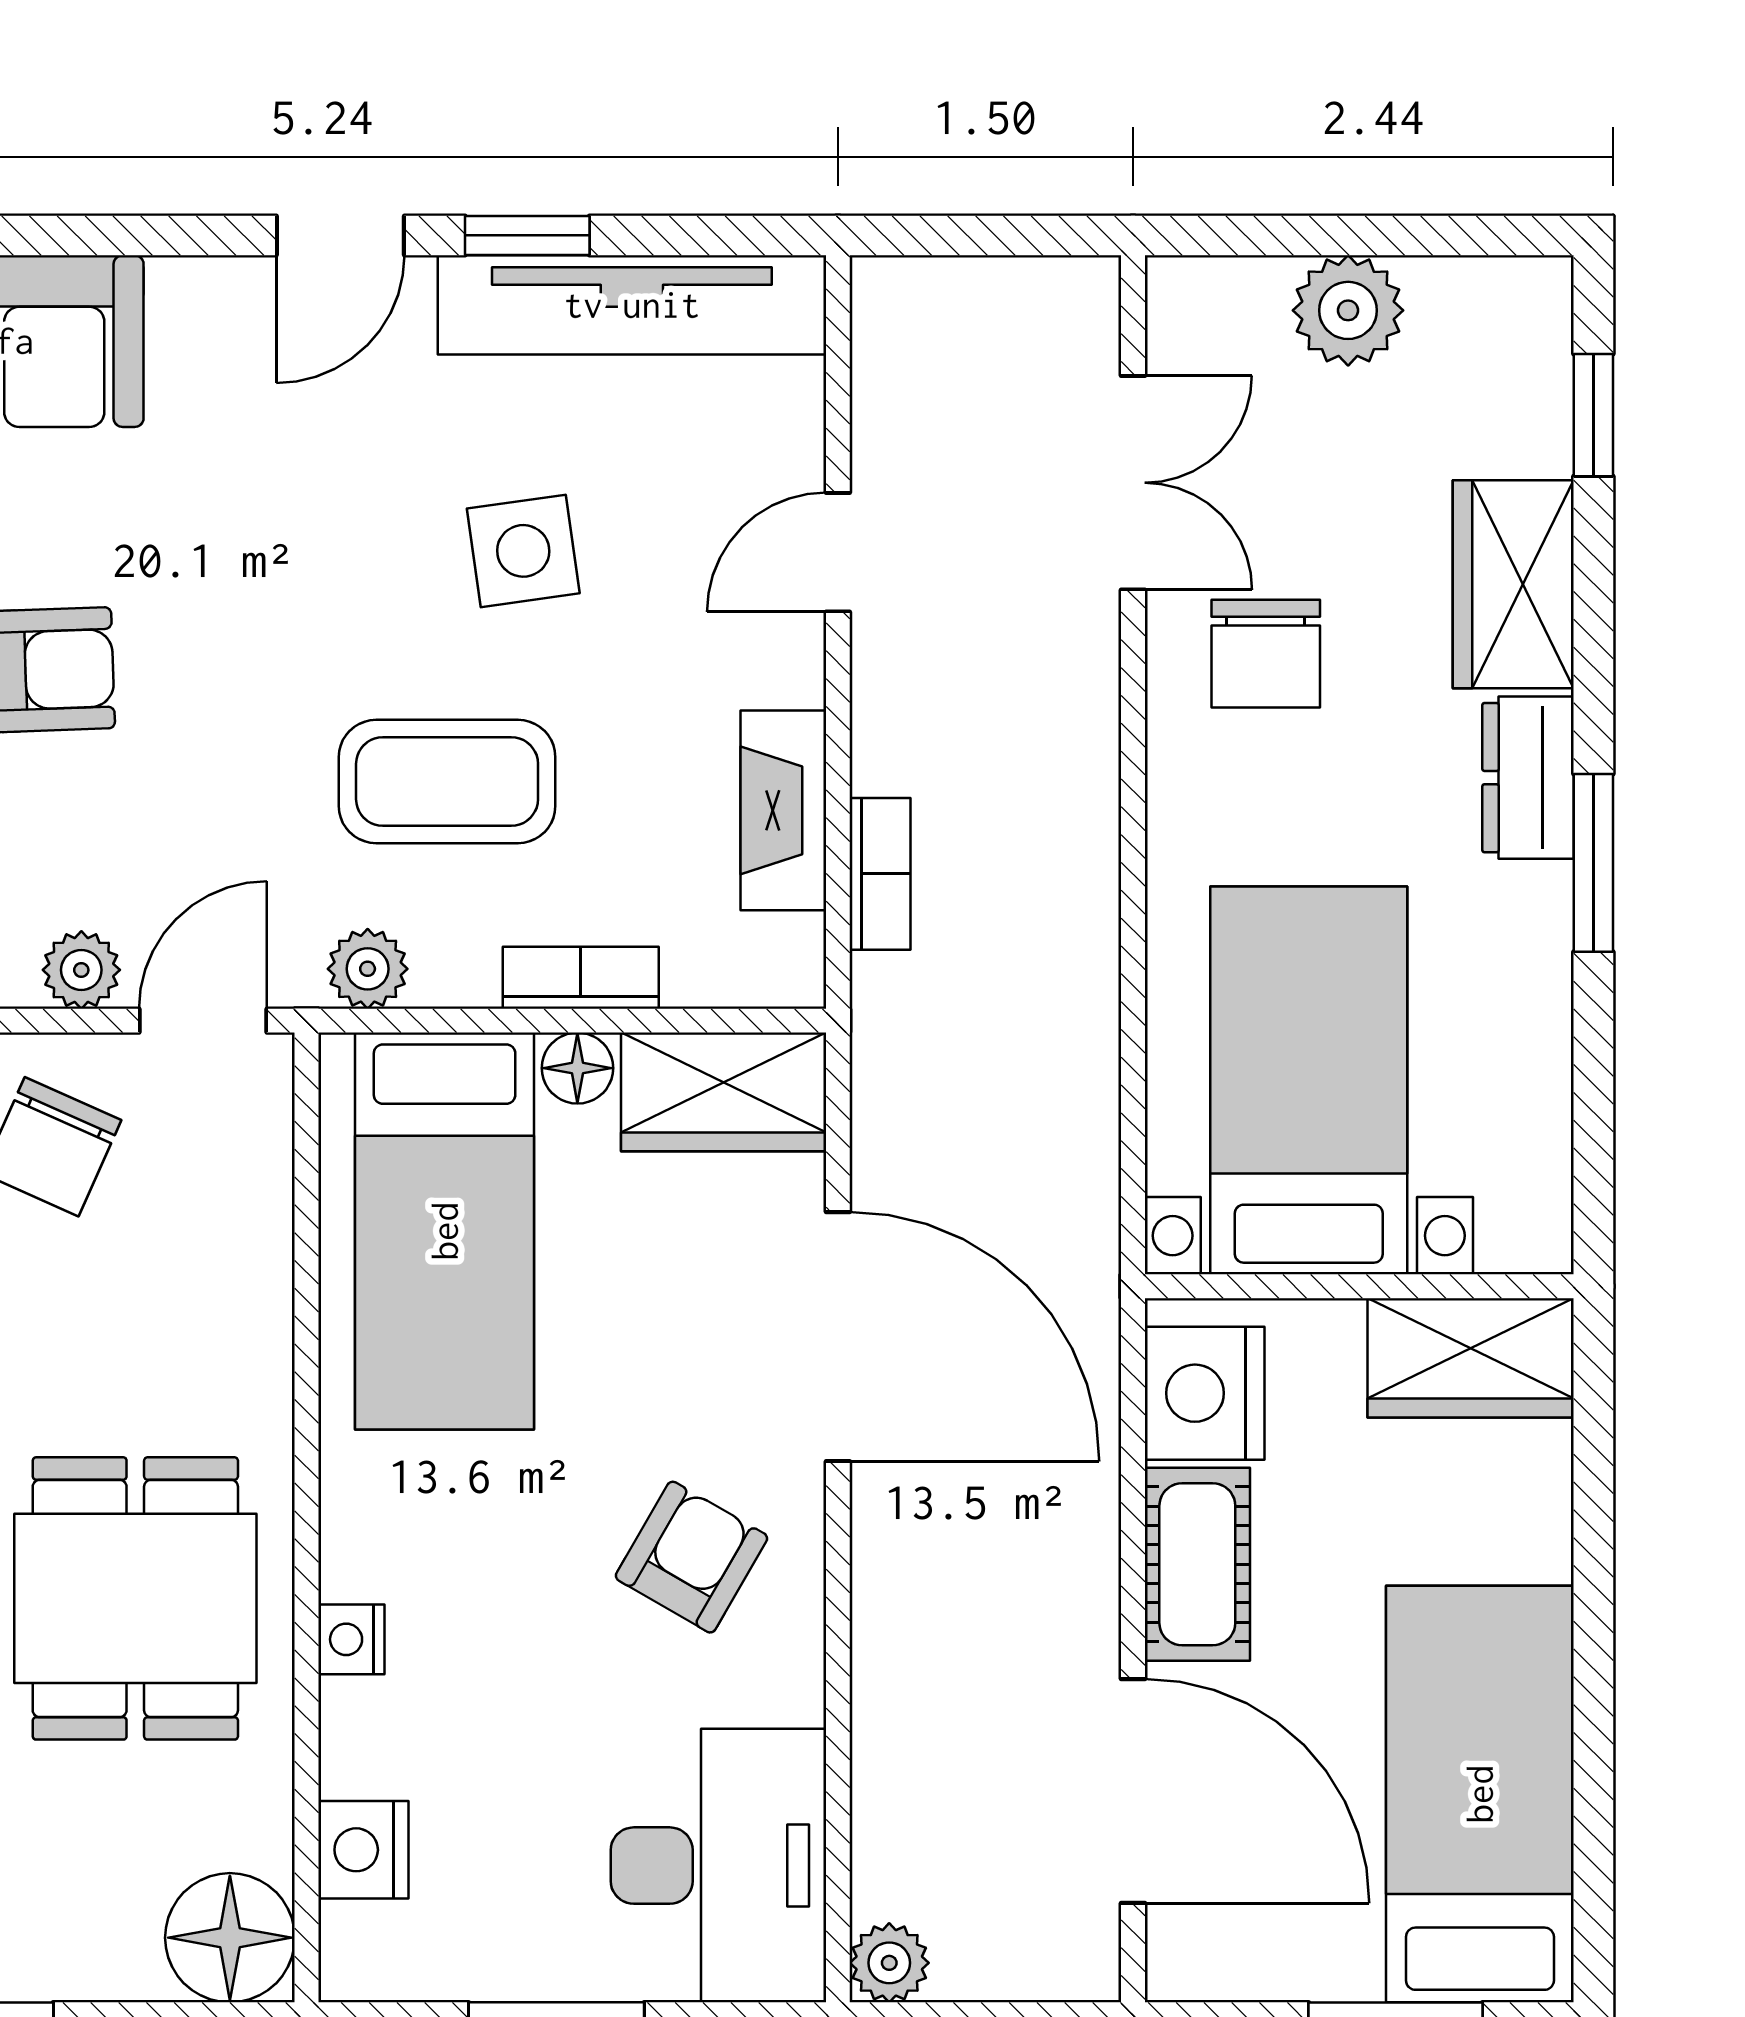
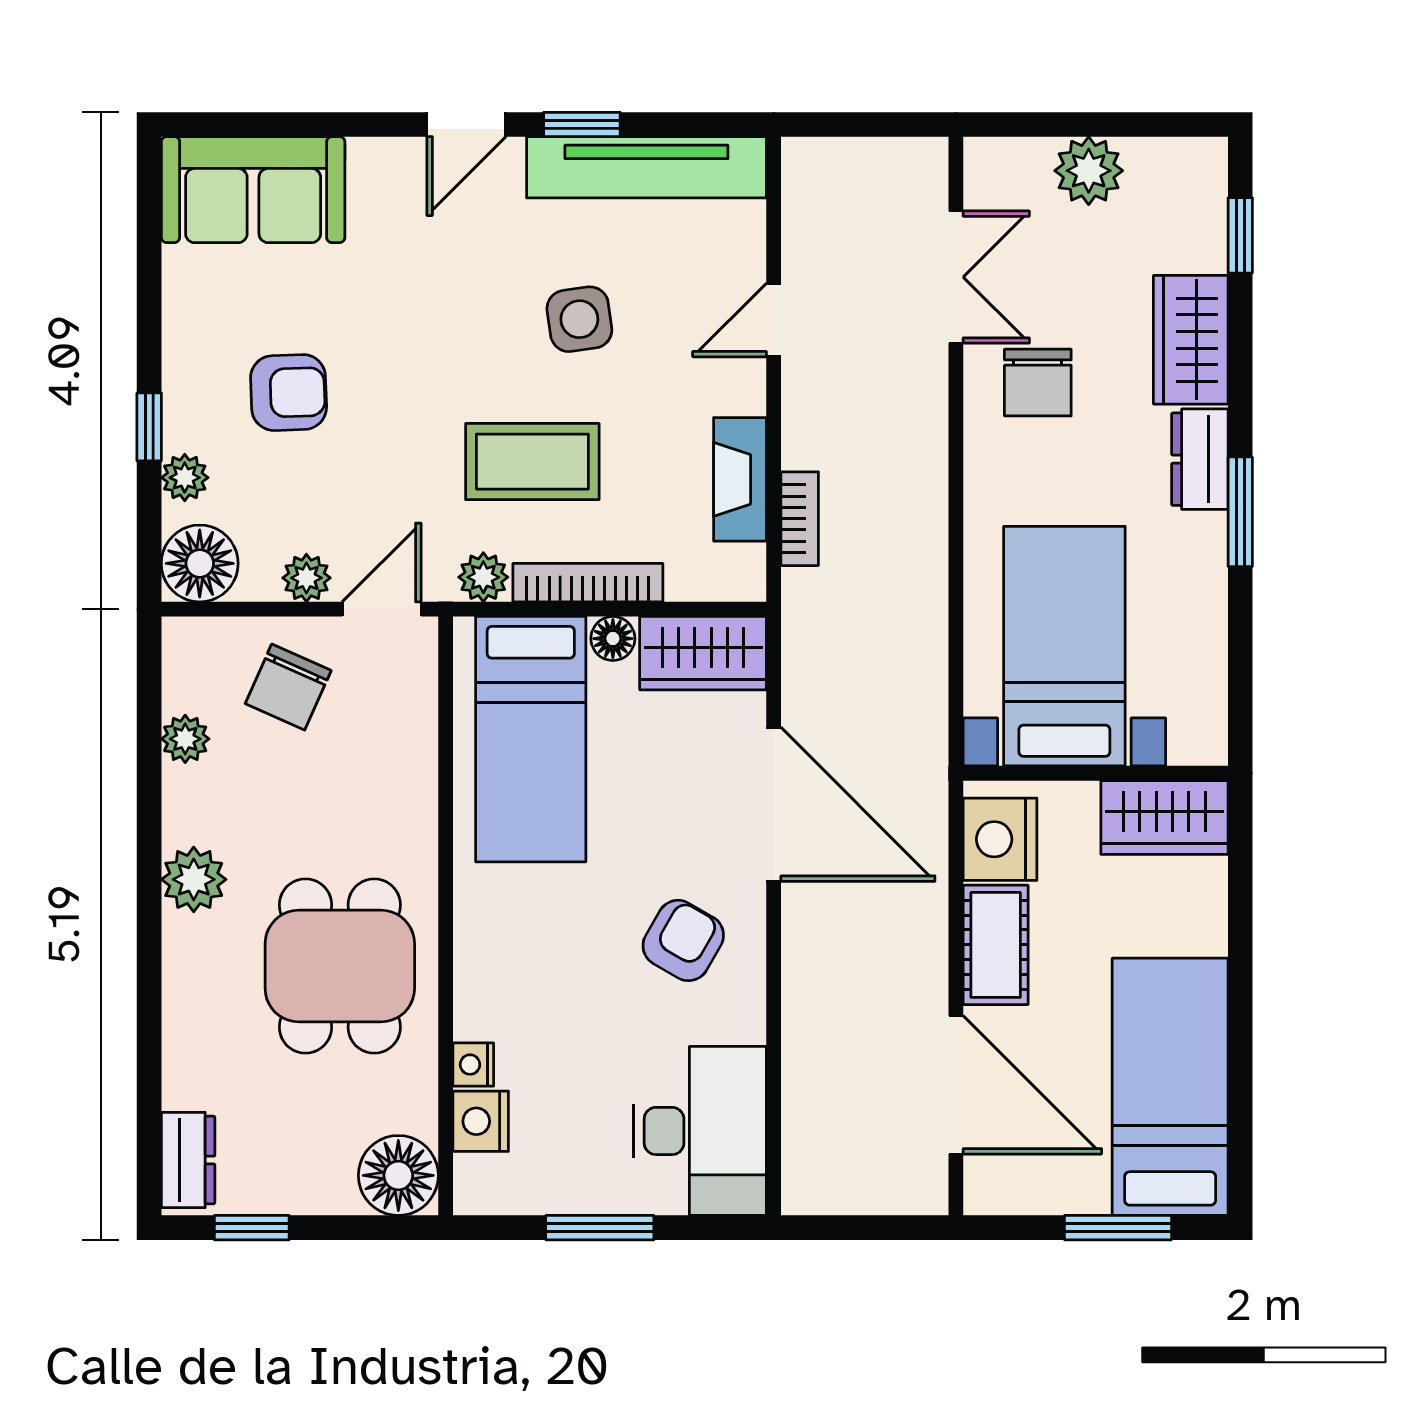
bookcase: (581, 978) -> (588, 583), width x1.56
nightstand: (351, 1639) -> (473, 1065), moved
plant: (889, 1963) -> (805, 1191), removed

